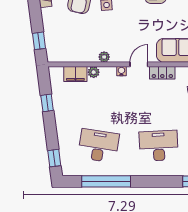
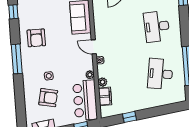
bar counter: (73, 48) -> (85, 100), added
locker: (162, 73) -> (99, 28), removed
window: (54, 158) -> (173, 108), removed

